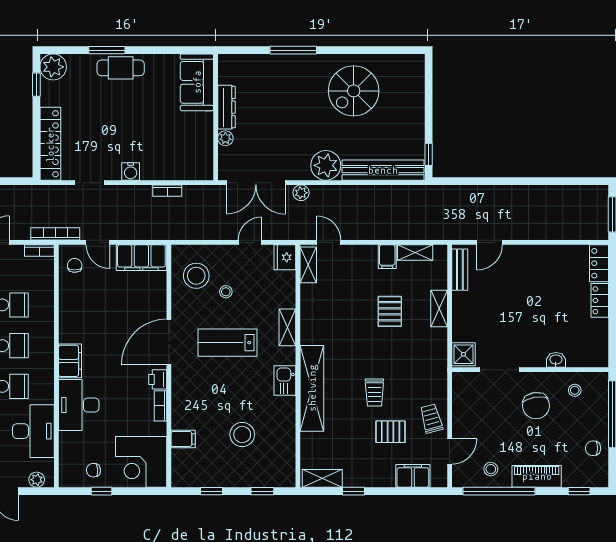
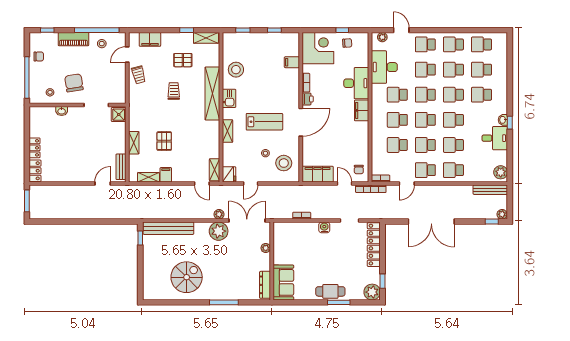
dresser: (226, 107) -> (265, 285), moved
plant: (326, 165) -> (219, 231), moved
pallet: (391, 432) -> (183, 60), moved
stool: (242, 435) -> (236, 70), moved

